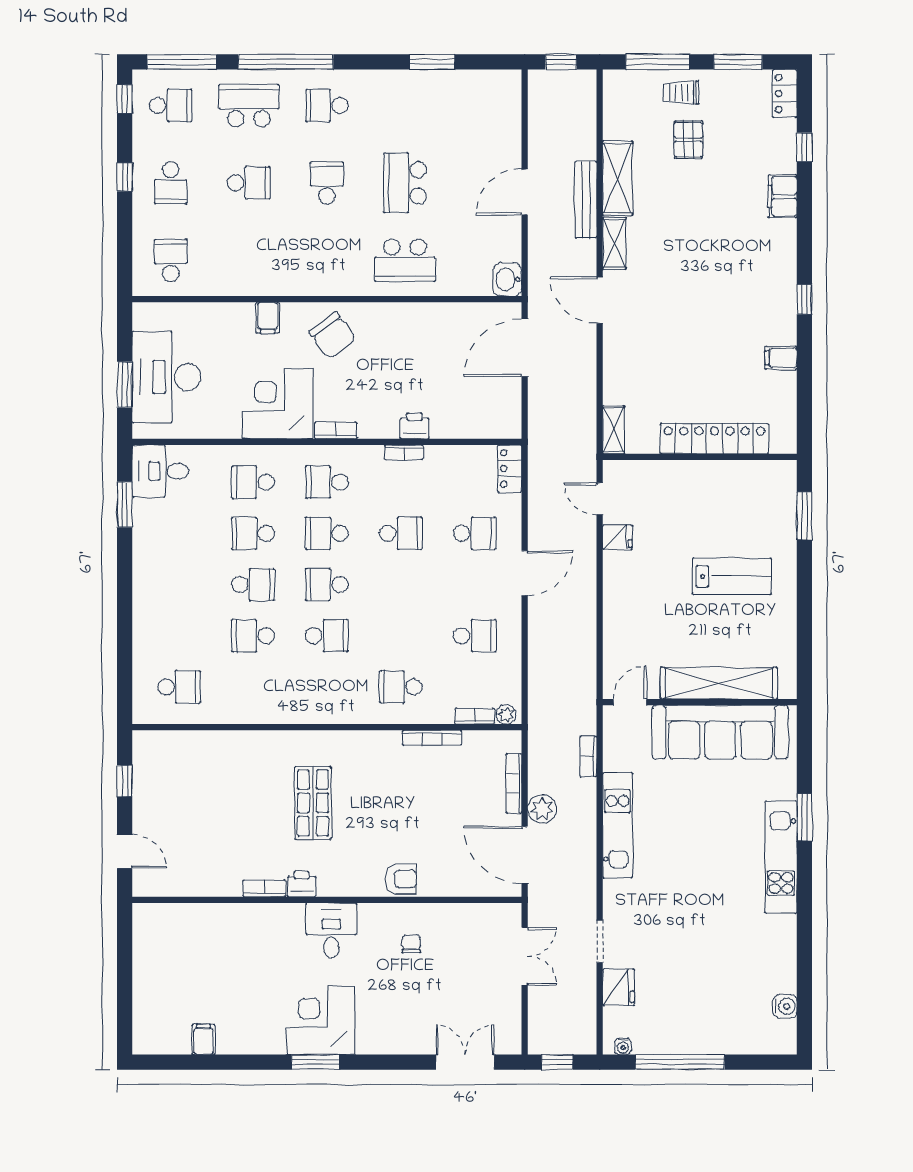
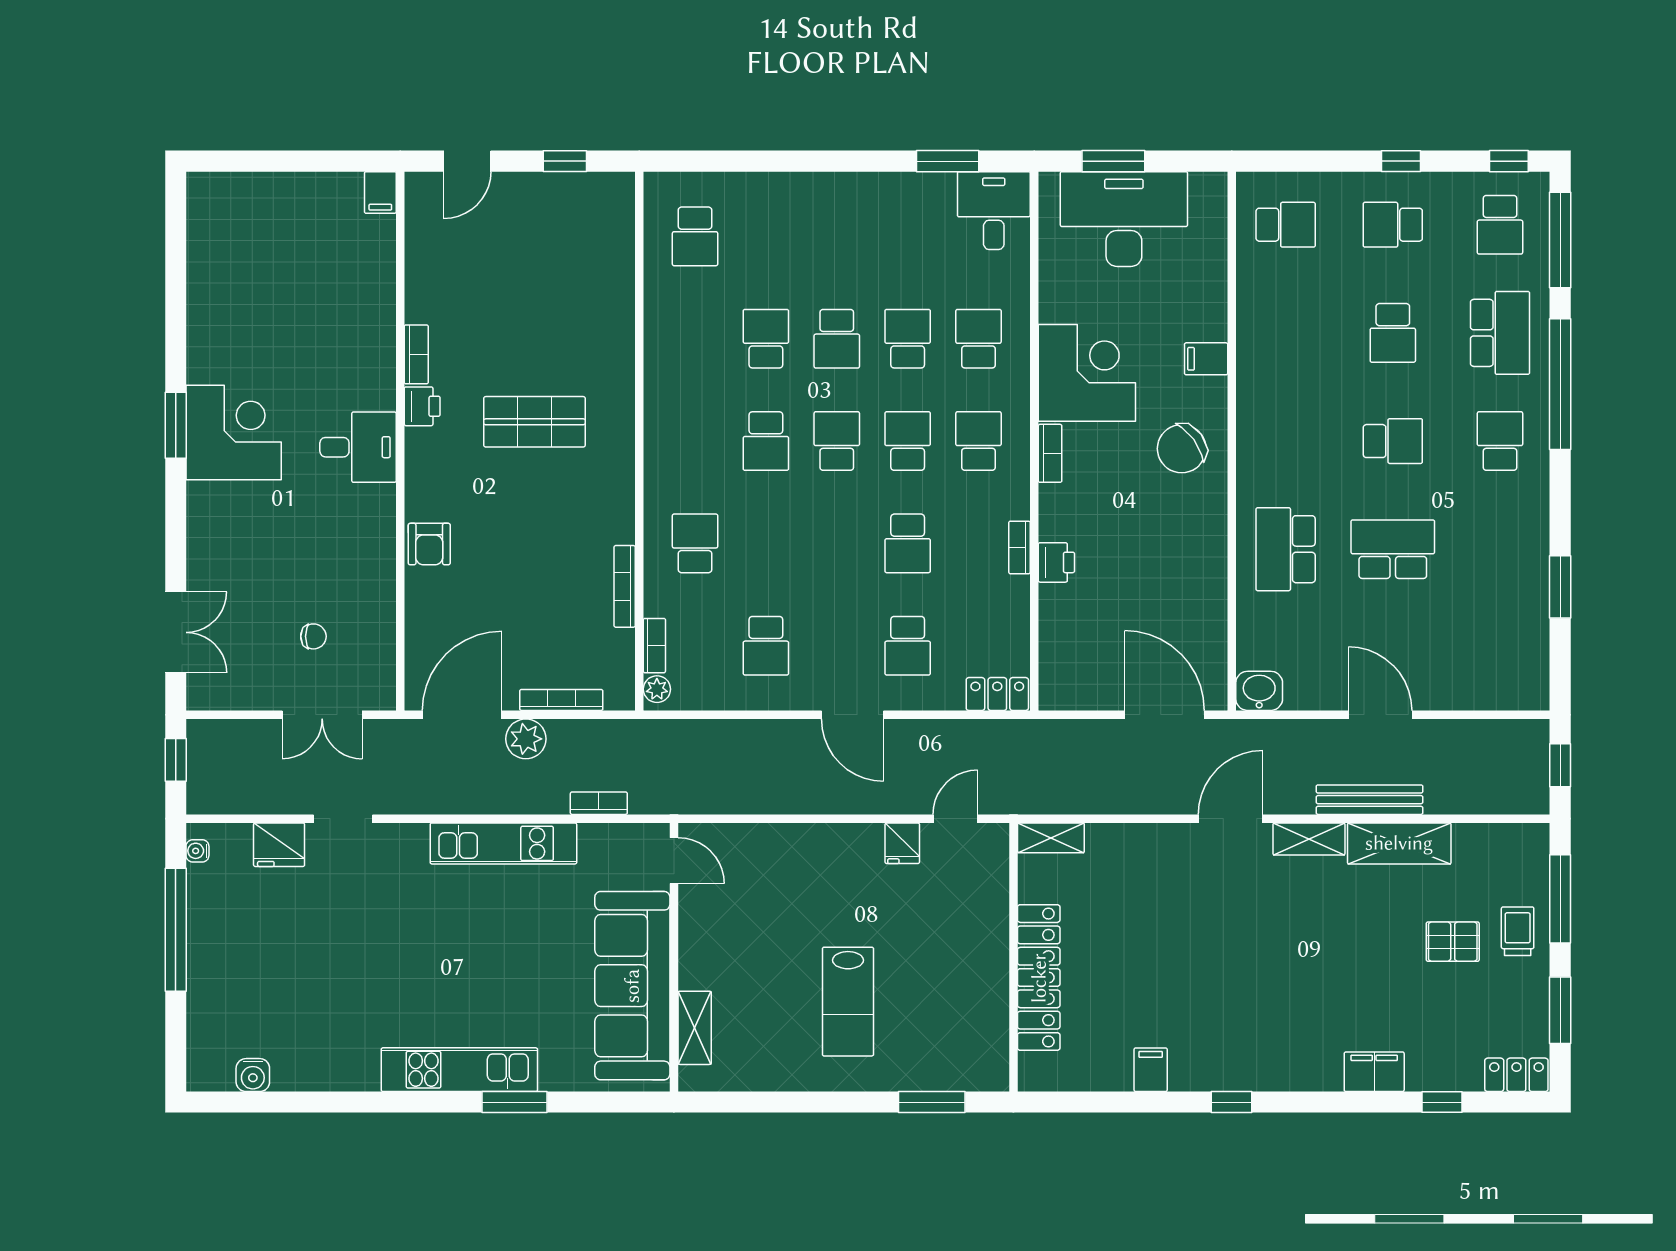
shelving: (719, 683) -> (695, 1028), width x0.45, depth x0.75
chair: (411, 944) -> (313, 636), moved
filing cabinet: (203, 1039) -> (380, 192), moved, turned 90

